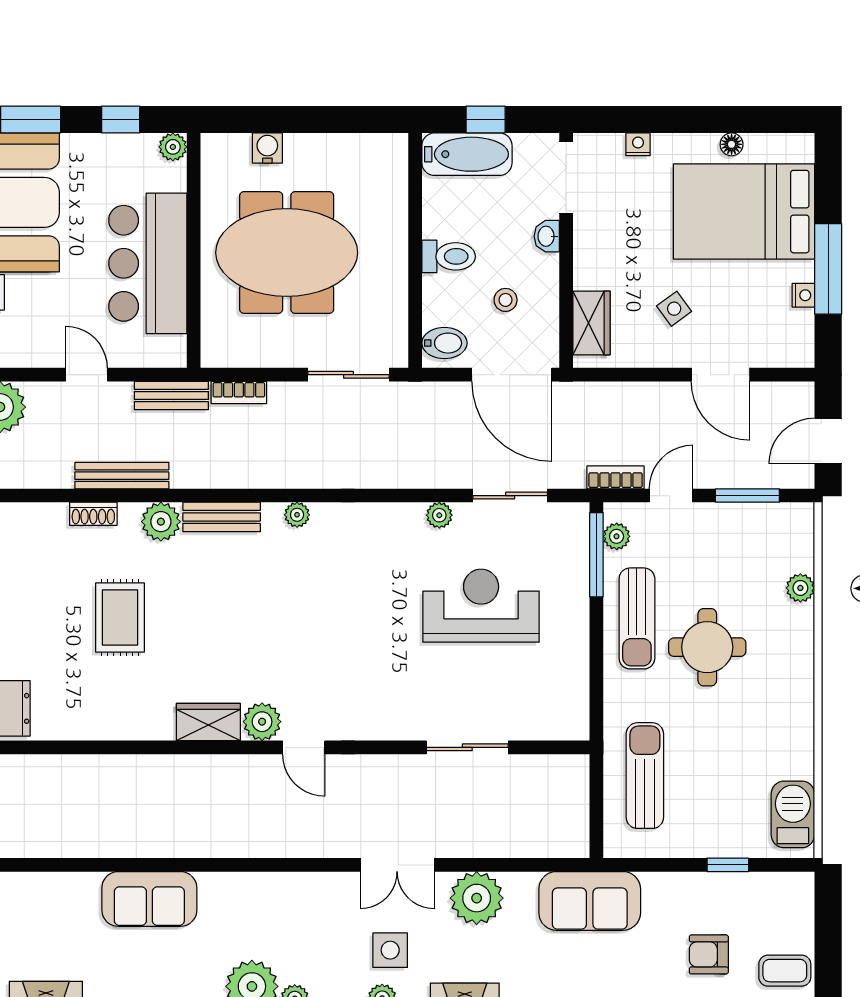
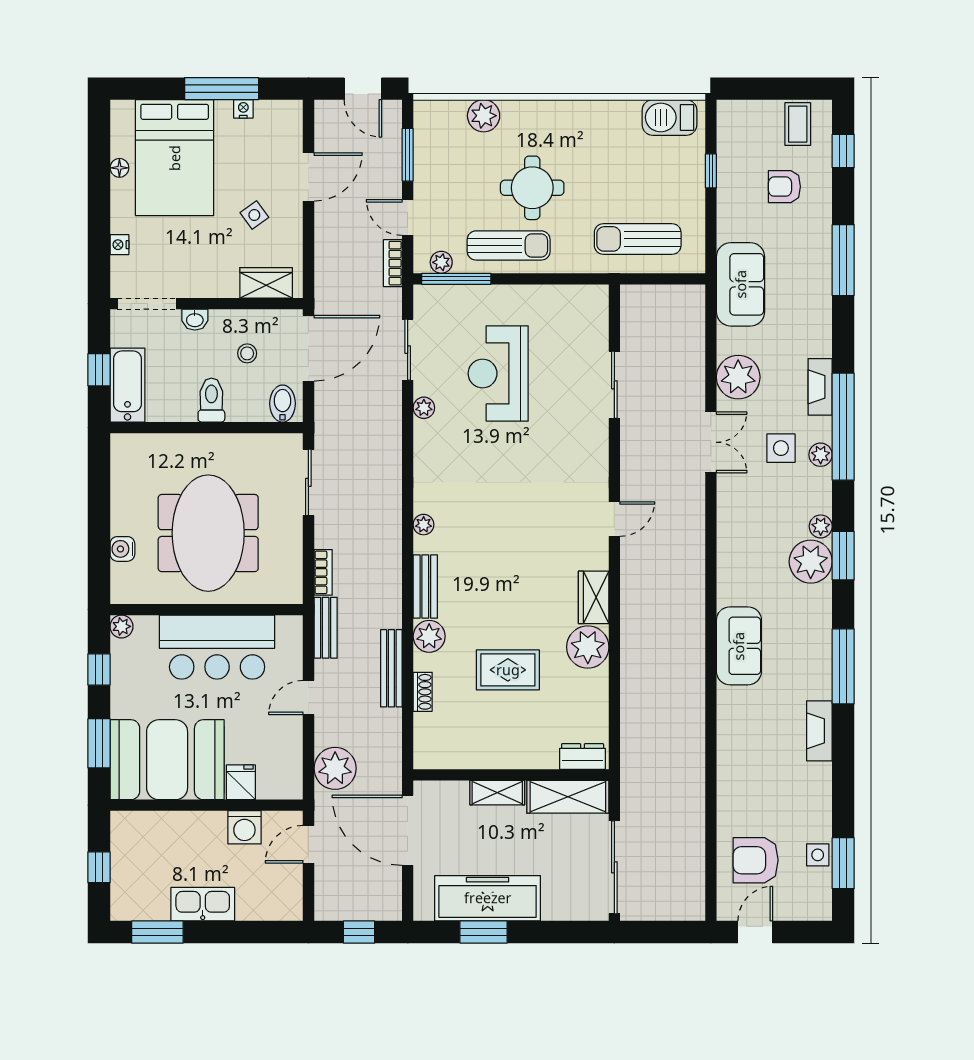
plant: (800, 588) -> (484, 116), width x1.38, depth x1.38
plant: (262, 722) -> (588, 647), moved, width x1.36, depth x1.36
armchair: (709, 954) -> (784, 187), turned 90

